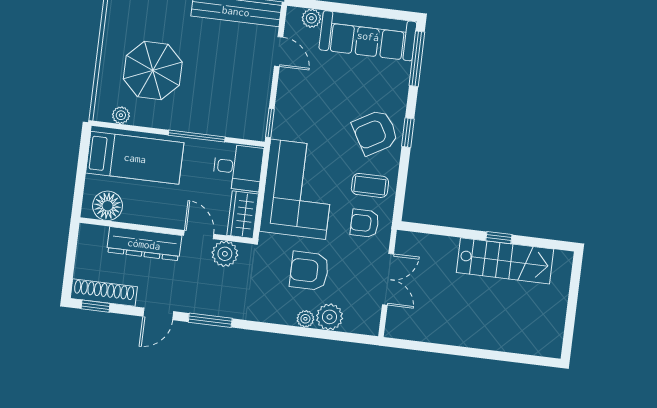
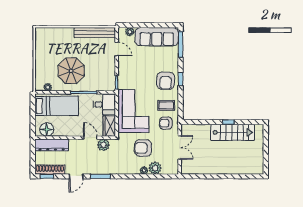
parasol: (153, 71) -> (71, 71), moved
armchair: (375, 132) -> (166, 81), turned -58
dresser: (144, 244) -> (52, 145), moved

